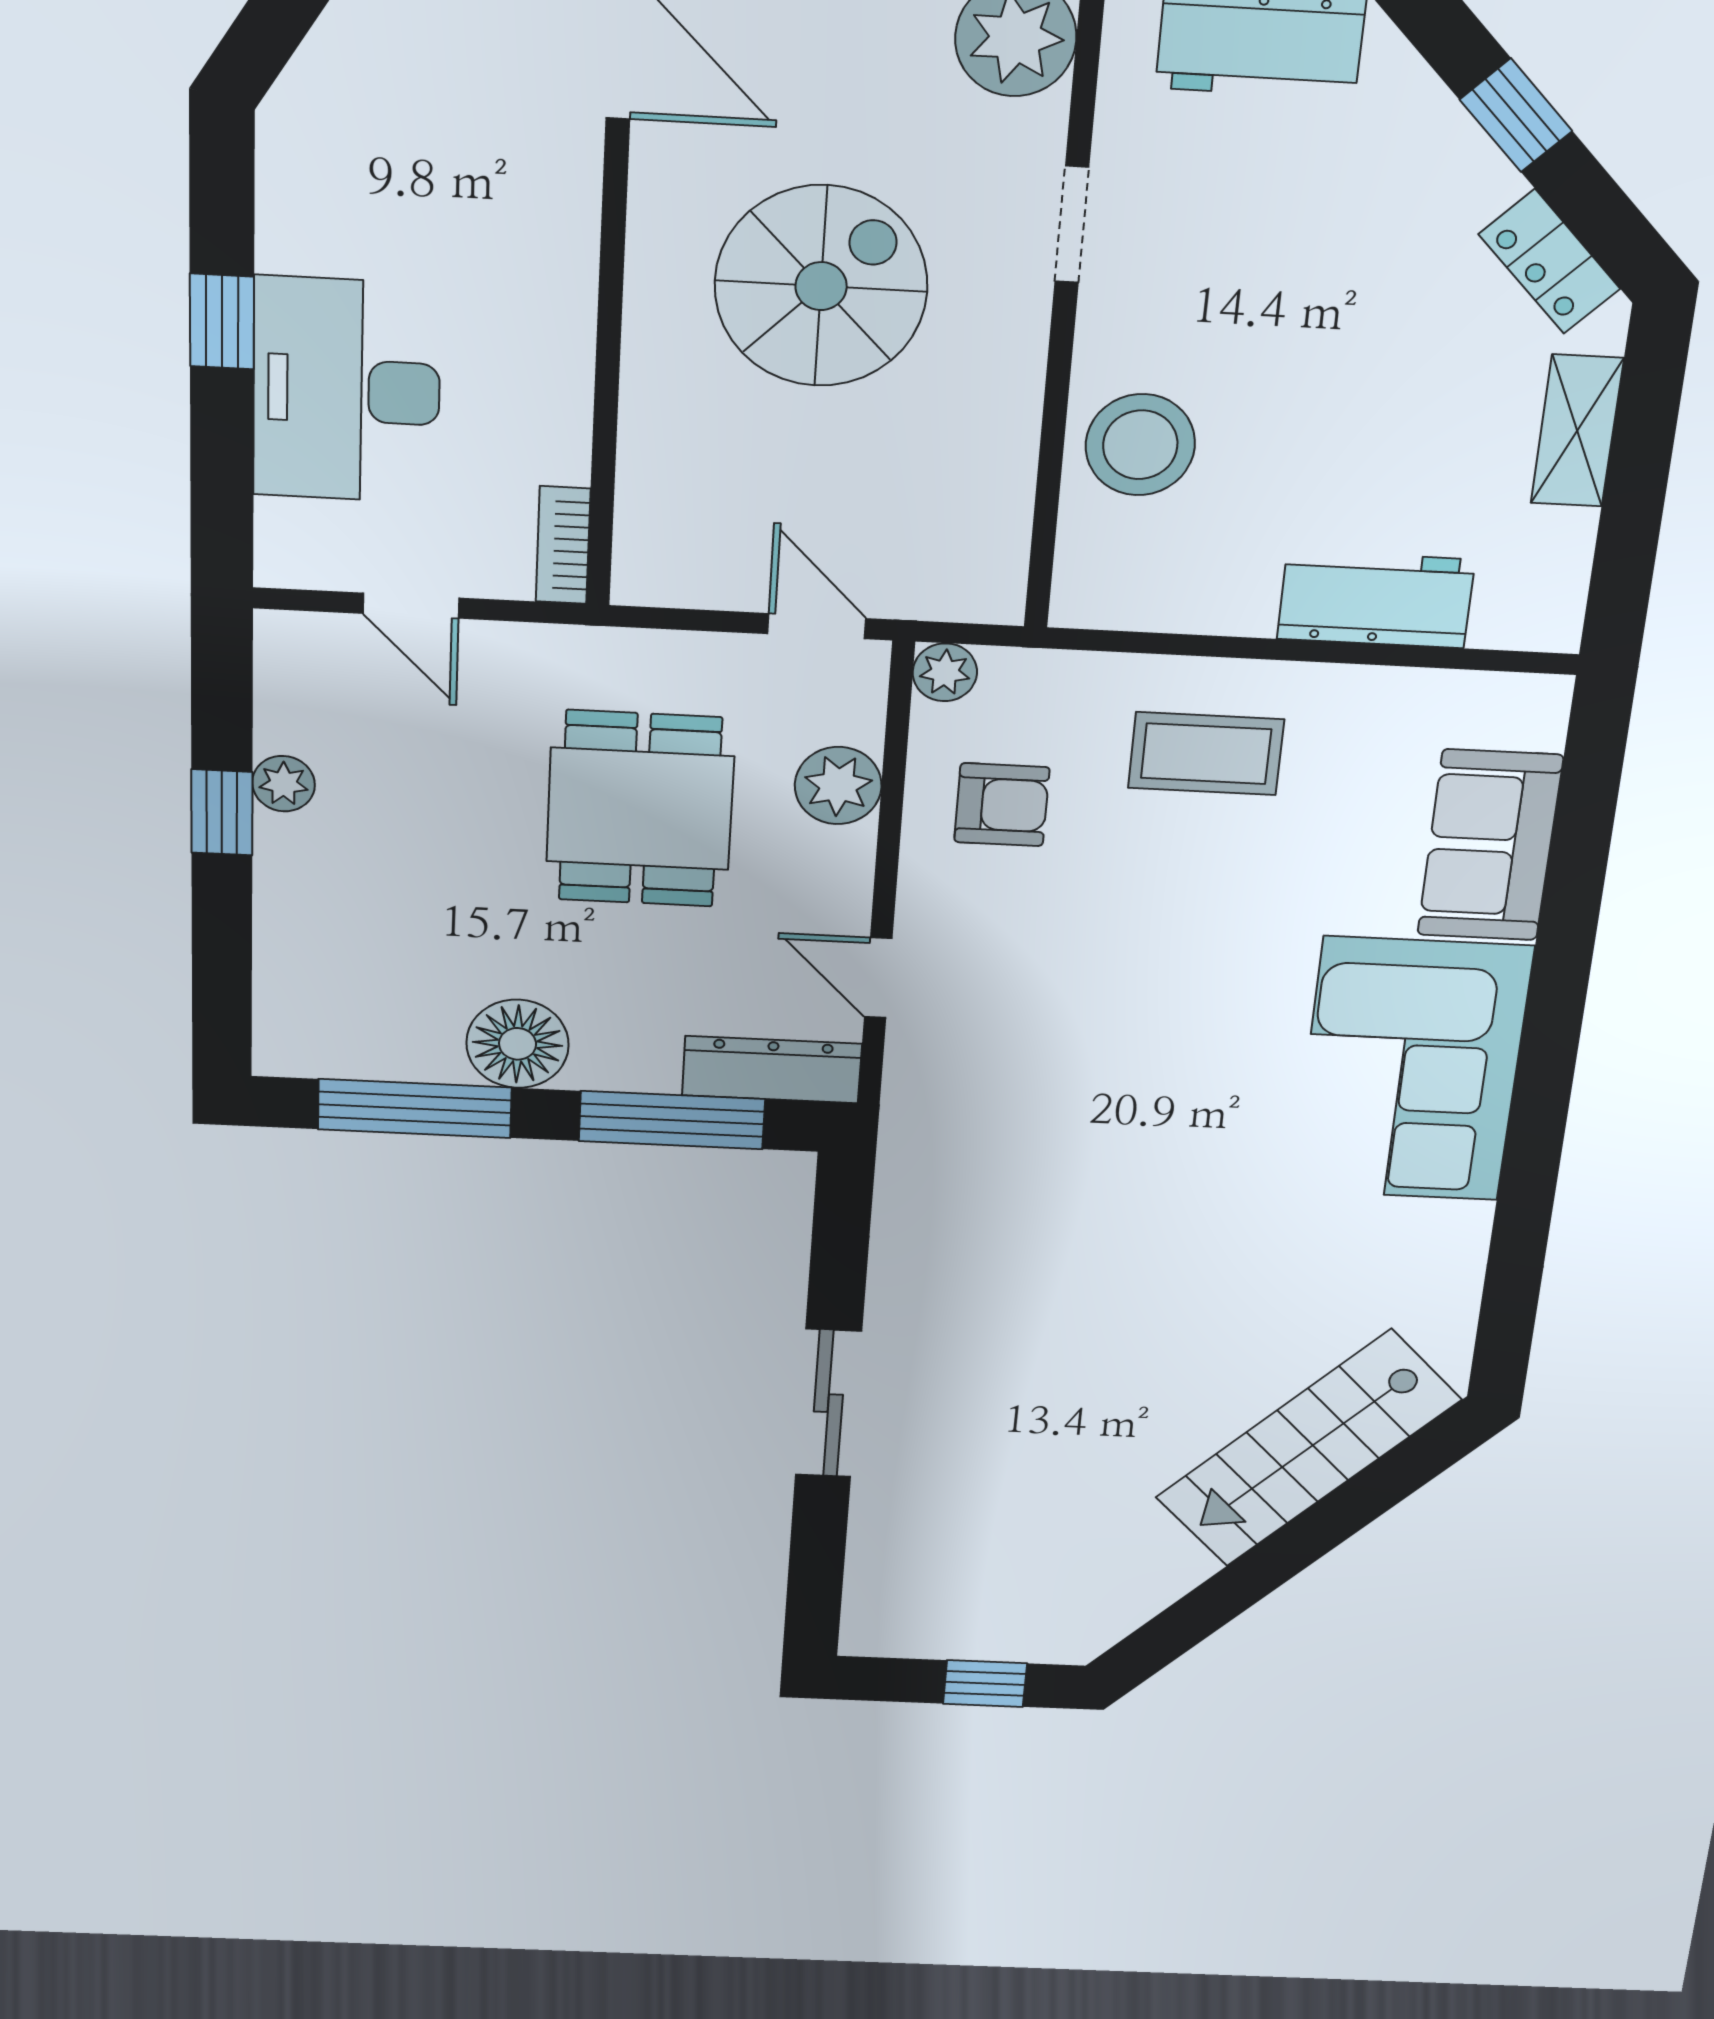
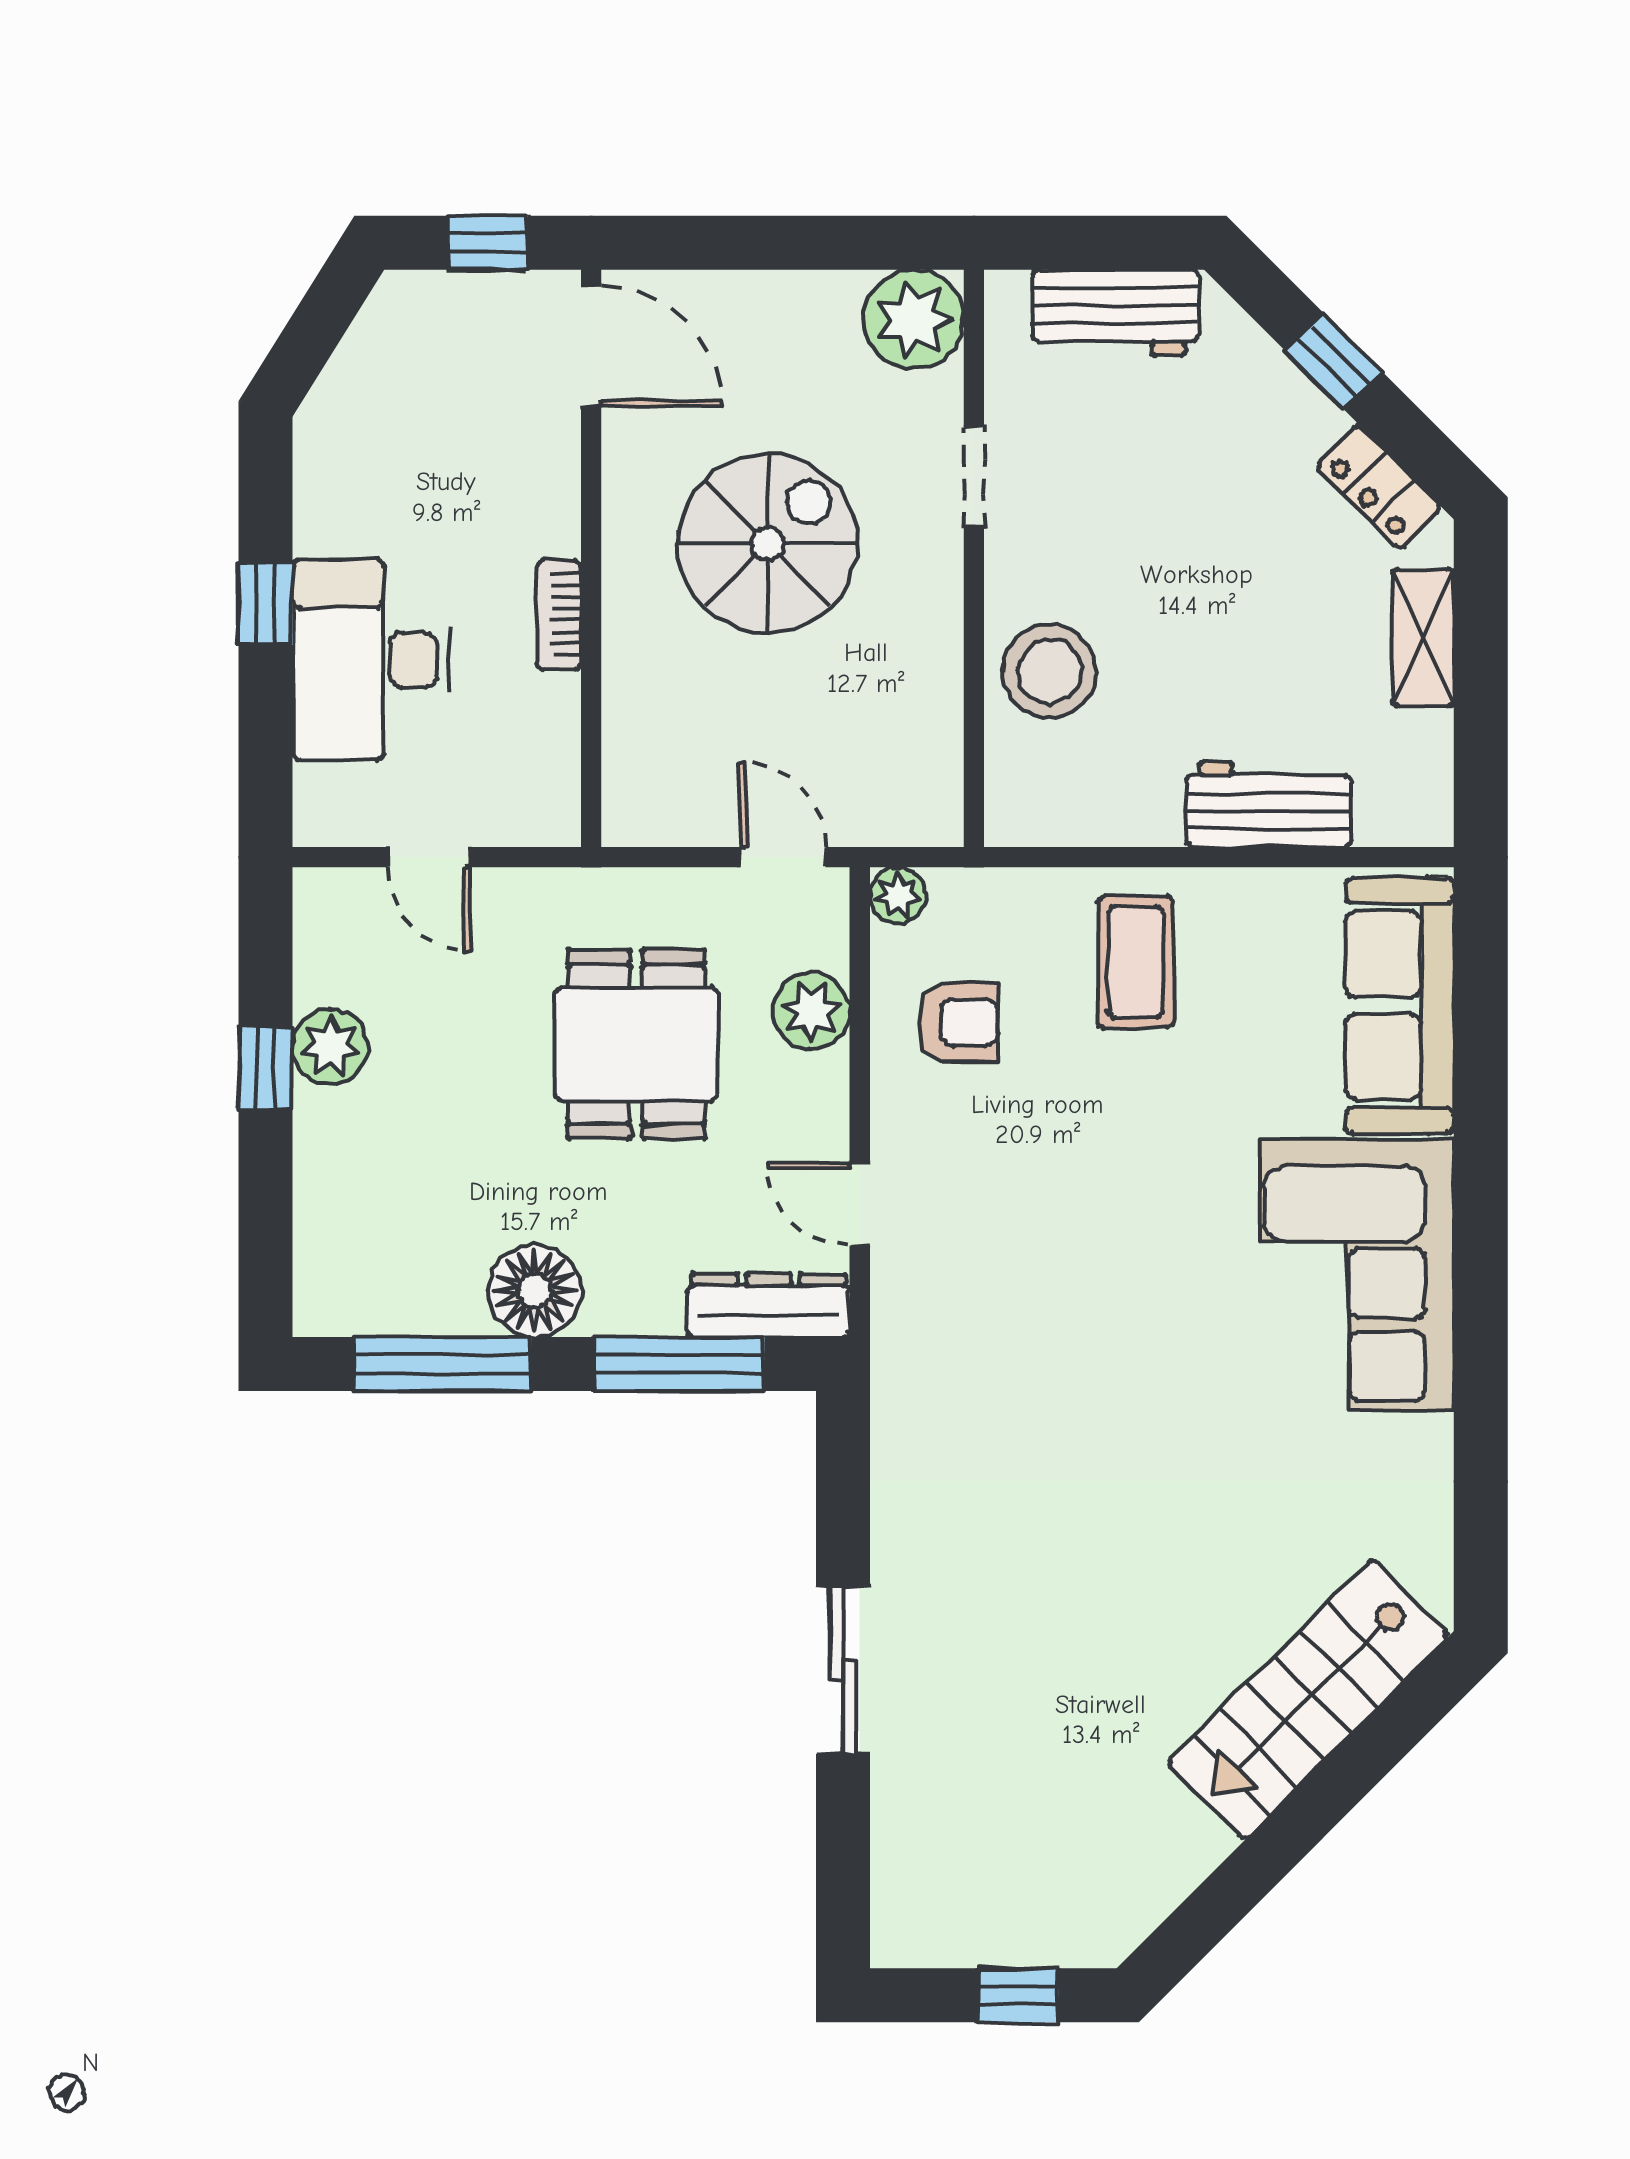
bookcase: (563, 545) -> (559, 615), moved
coffee table: (1206, 754) -> (1135, 962), turned 90
plant: (284, 784) -> (330, 1046), width x1.38, depth x1.38
sofa: (1490, 845) -> (1400, 1005), width x1.36

